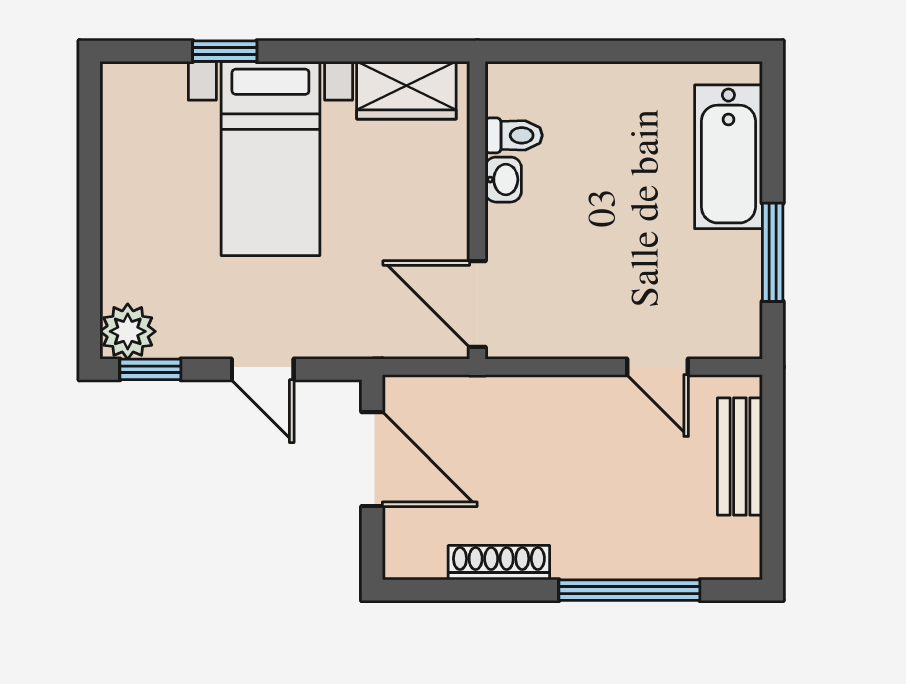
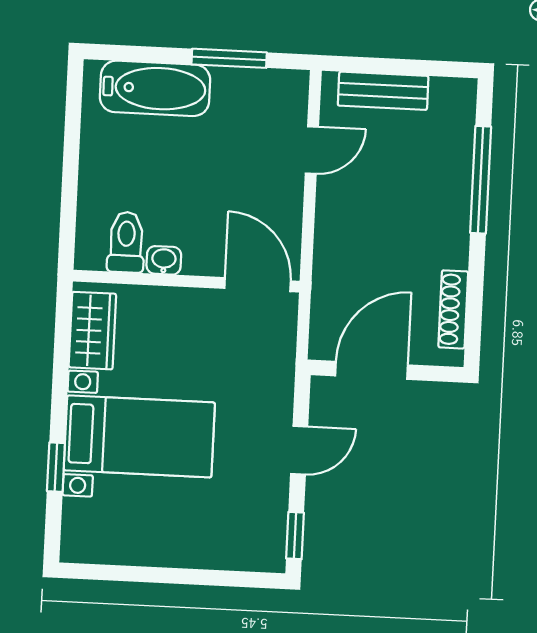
toilet: (514, 135) -> (126, 242), width x1.37, depth x1.39
door: (477, 304) -> (258, 285), swing flipped
plant: (128, 331) -> (265, 551), removed
shoe rack: (499, 563) -> (453, 309), moved

